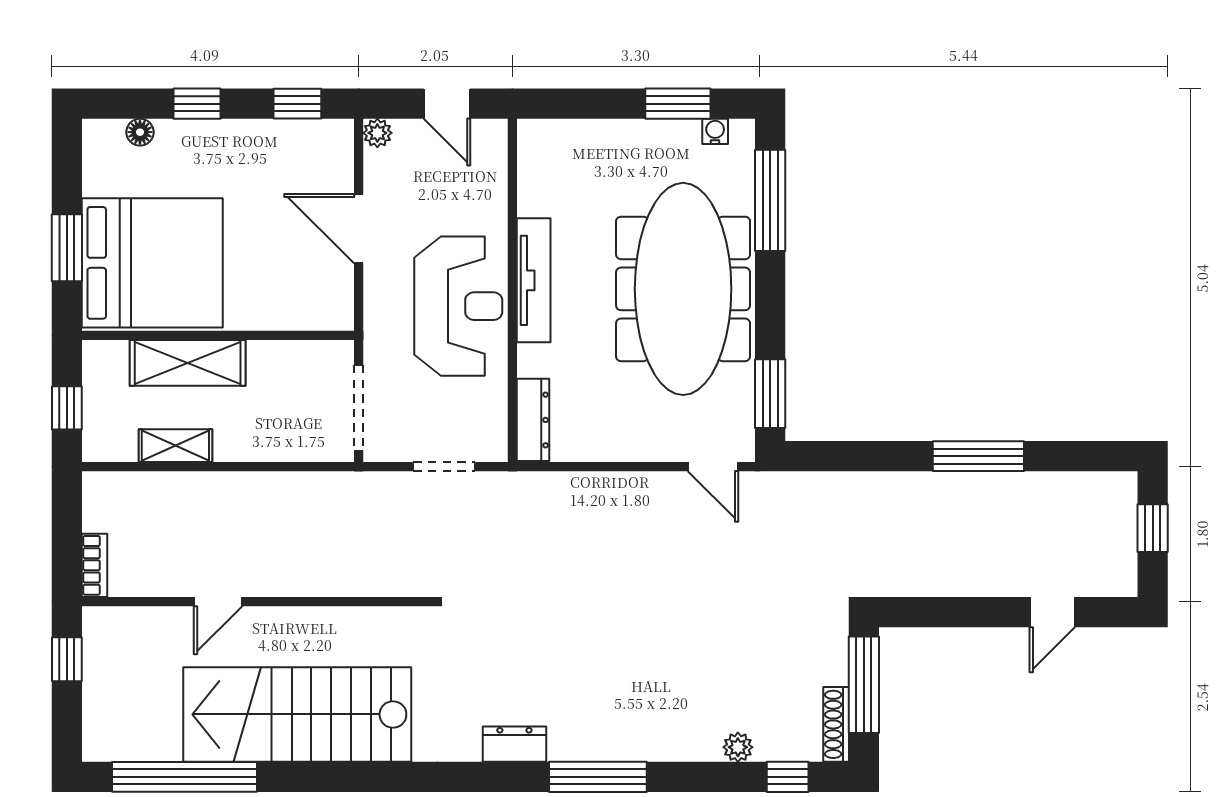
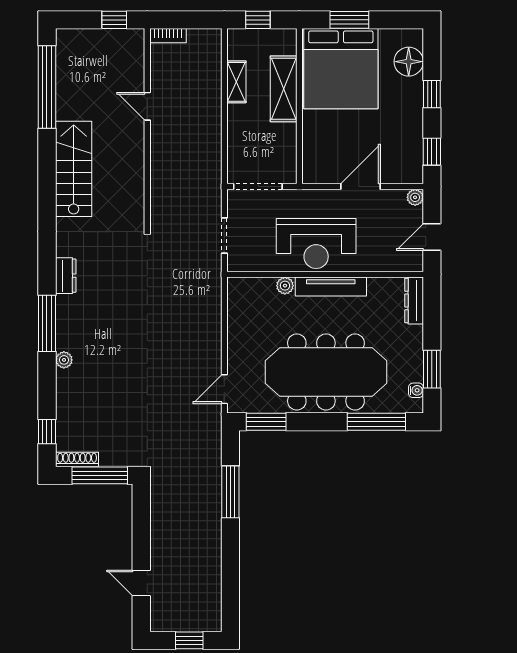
floor lamp: (140, 132) -> (409, 62), width x1.89, depth x1.89
plant: (532, 361) -> (285, 286), added
dresser: (533, 420) -> (414, 301), moved, turned 90
window: (978, 456) -> (230, 492), moved
stairs: (297, 714) -> (74, 169), width x0.73, depth x0.66
plant: (738, 747) -> (64, 360), moved

